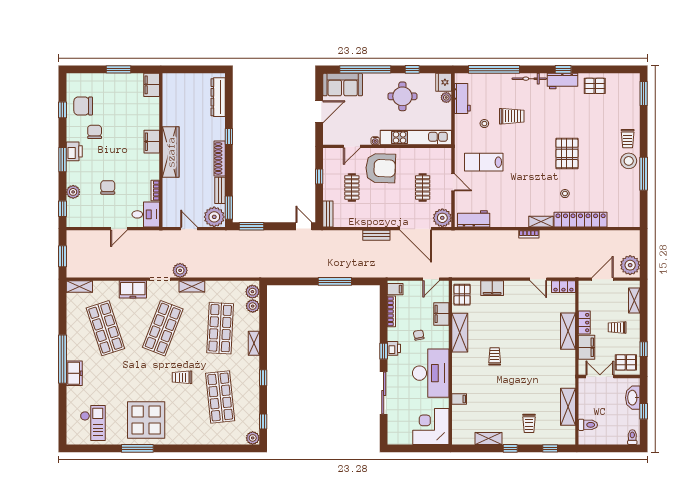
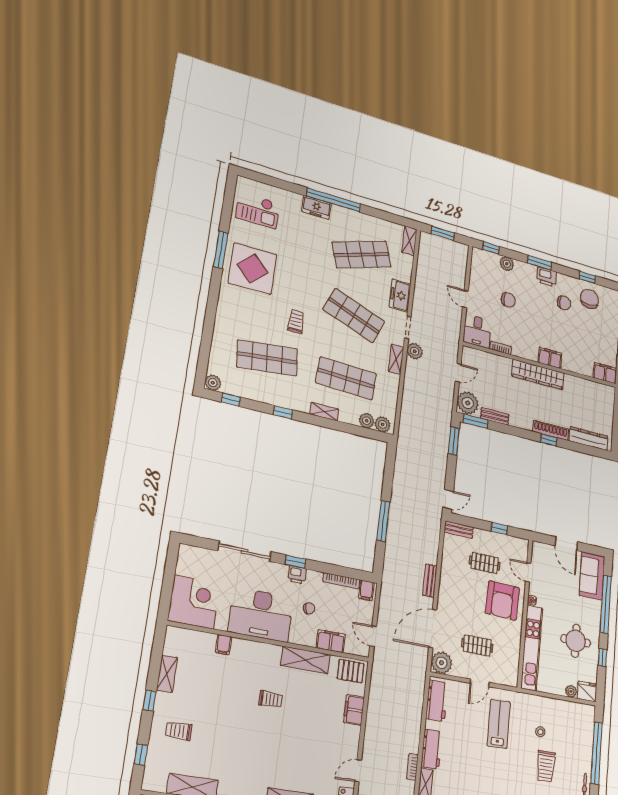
workbench: (462, 99) -> (432, 749), moved, turned -90
shoe rack: (220, 158) -> (551, 430), moved

